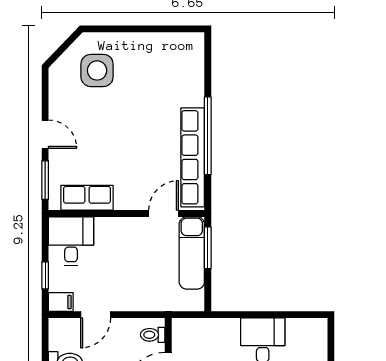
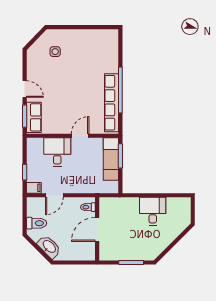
side table: (97, 70) -> (55, 52), width x0.54, depth x0.54
row of seats: (87, 198) -> (34, 117), moved, turned 90
door: (164, 213) -> (80, 136), moved
desk: (71, 241) -> (57, 152), moved

